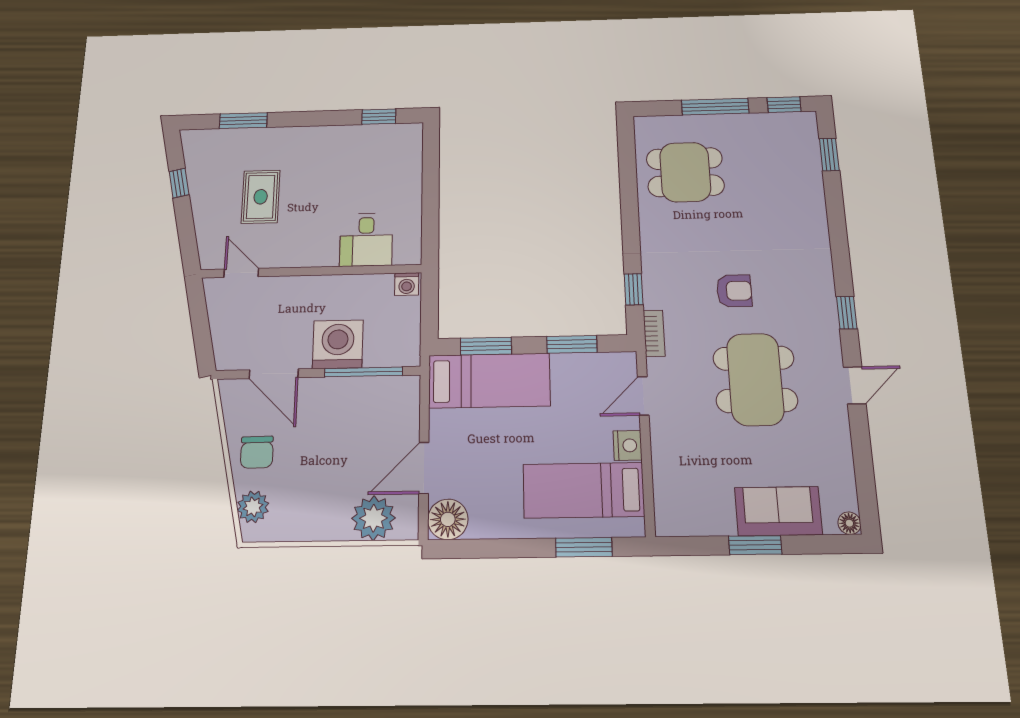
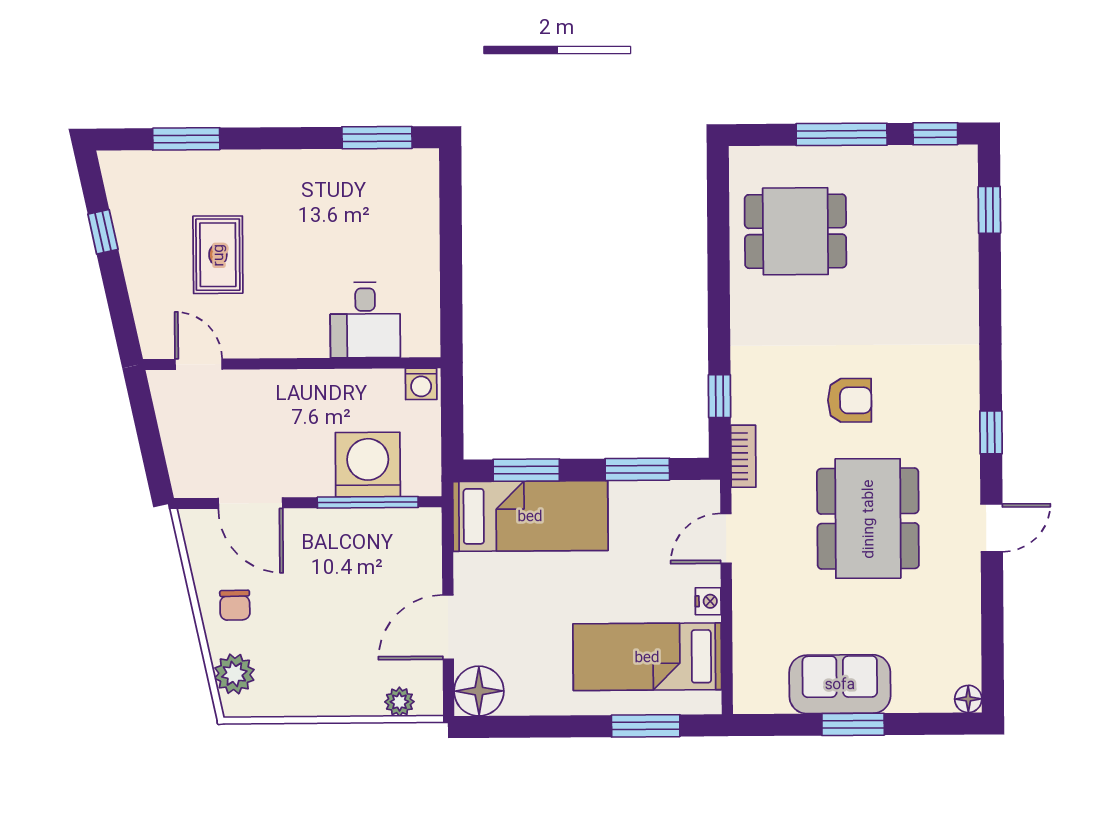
window: (379, 117) -> (377, 138), width x1.50
washing machine: (338, 344) -> (368, 465), moved
nightstand: (628, 445) -> (708, 601), width x0.72, depth x0.74
chair: (257, 452) -> (235, 605), width x0.73, depth x0.73
sofa: (778, 511) -> (840, 684), moved
plant: (374, 518) -> (399, 702), width x0.53, depth x0.53

